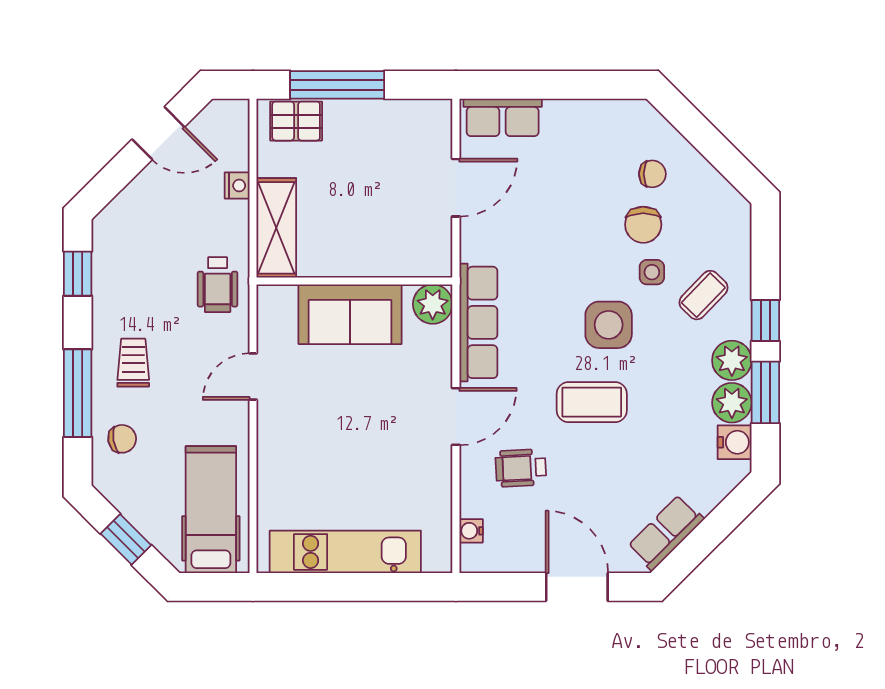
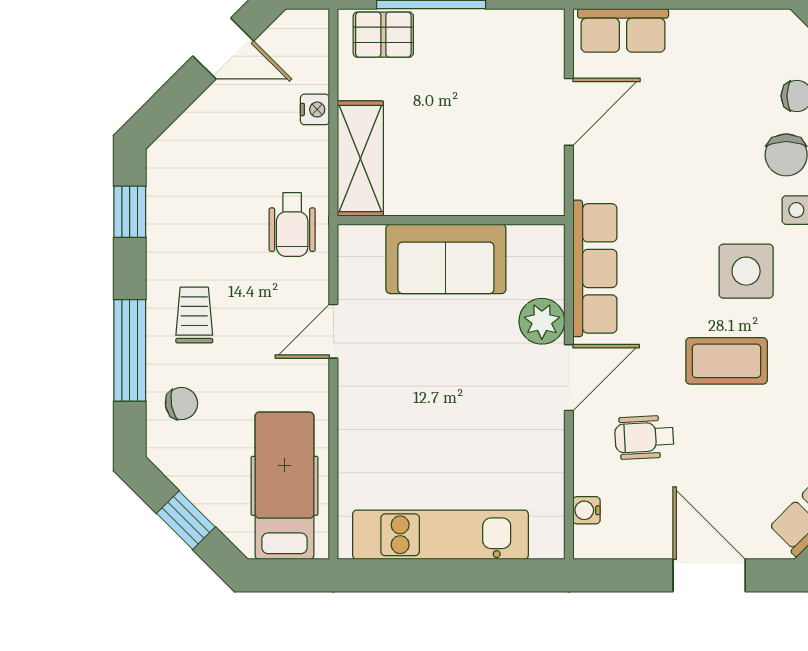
plant: (433, 304) -> (542, 321), moved

